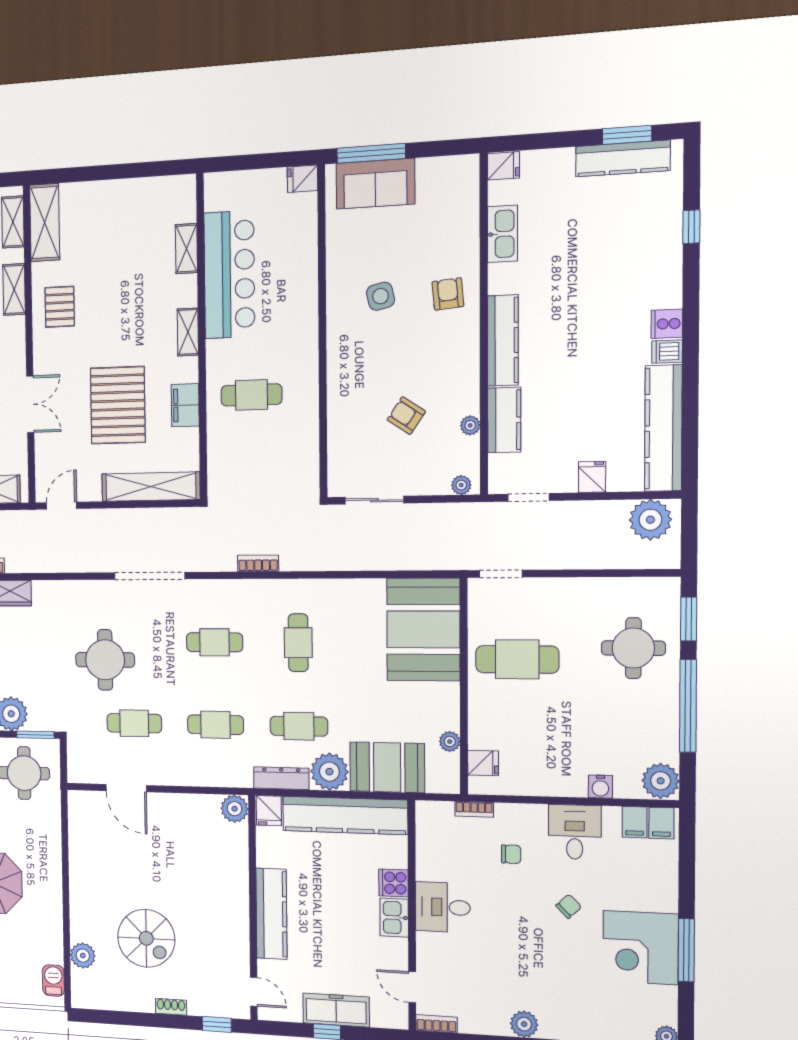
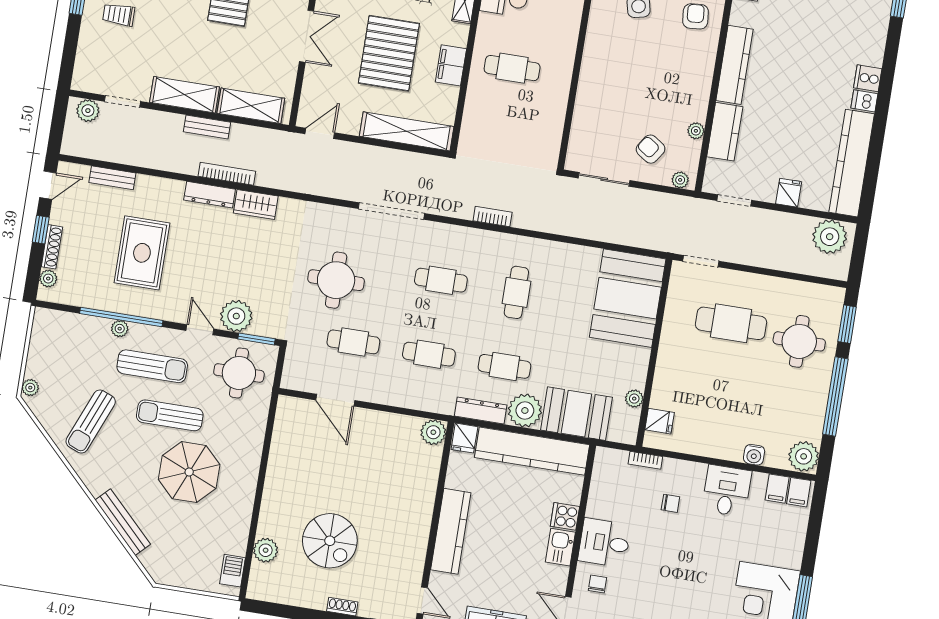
armchair: (406, 416) -> (651, 149), moved
cafe table: (517, 659) -> (731, 323), moved
chair: (569, 906) -> (597, 584), moved, turned -46

